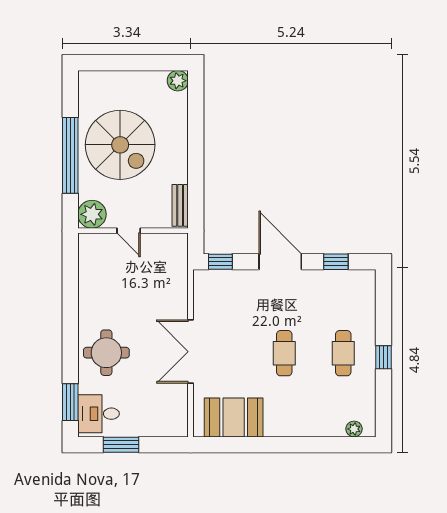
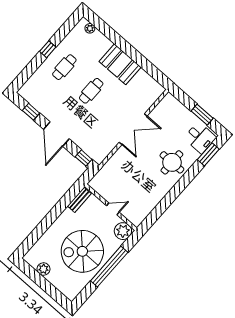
plant: (178, 81) -> (44, 269), moved
spiral stairs: (120, 145) -> (82, 251), turned -90
door: (129, 231) -> (113, 209), hinge flipped
booth: (234, 417) -> (120, 64), moved

